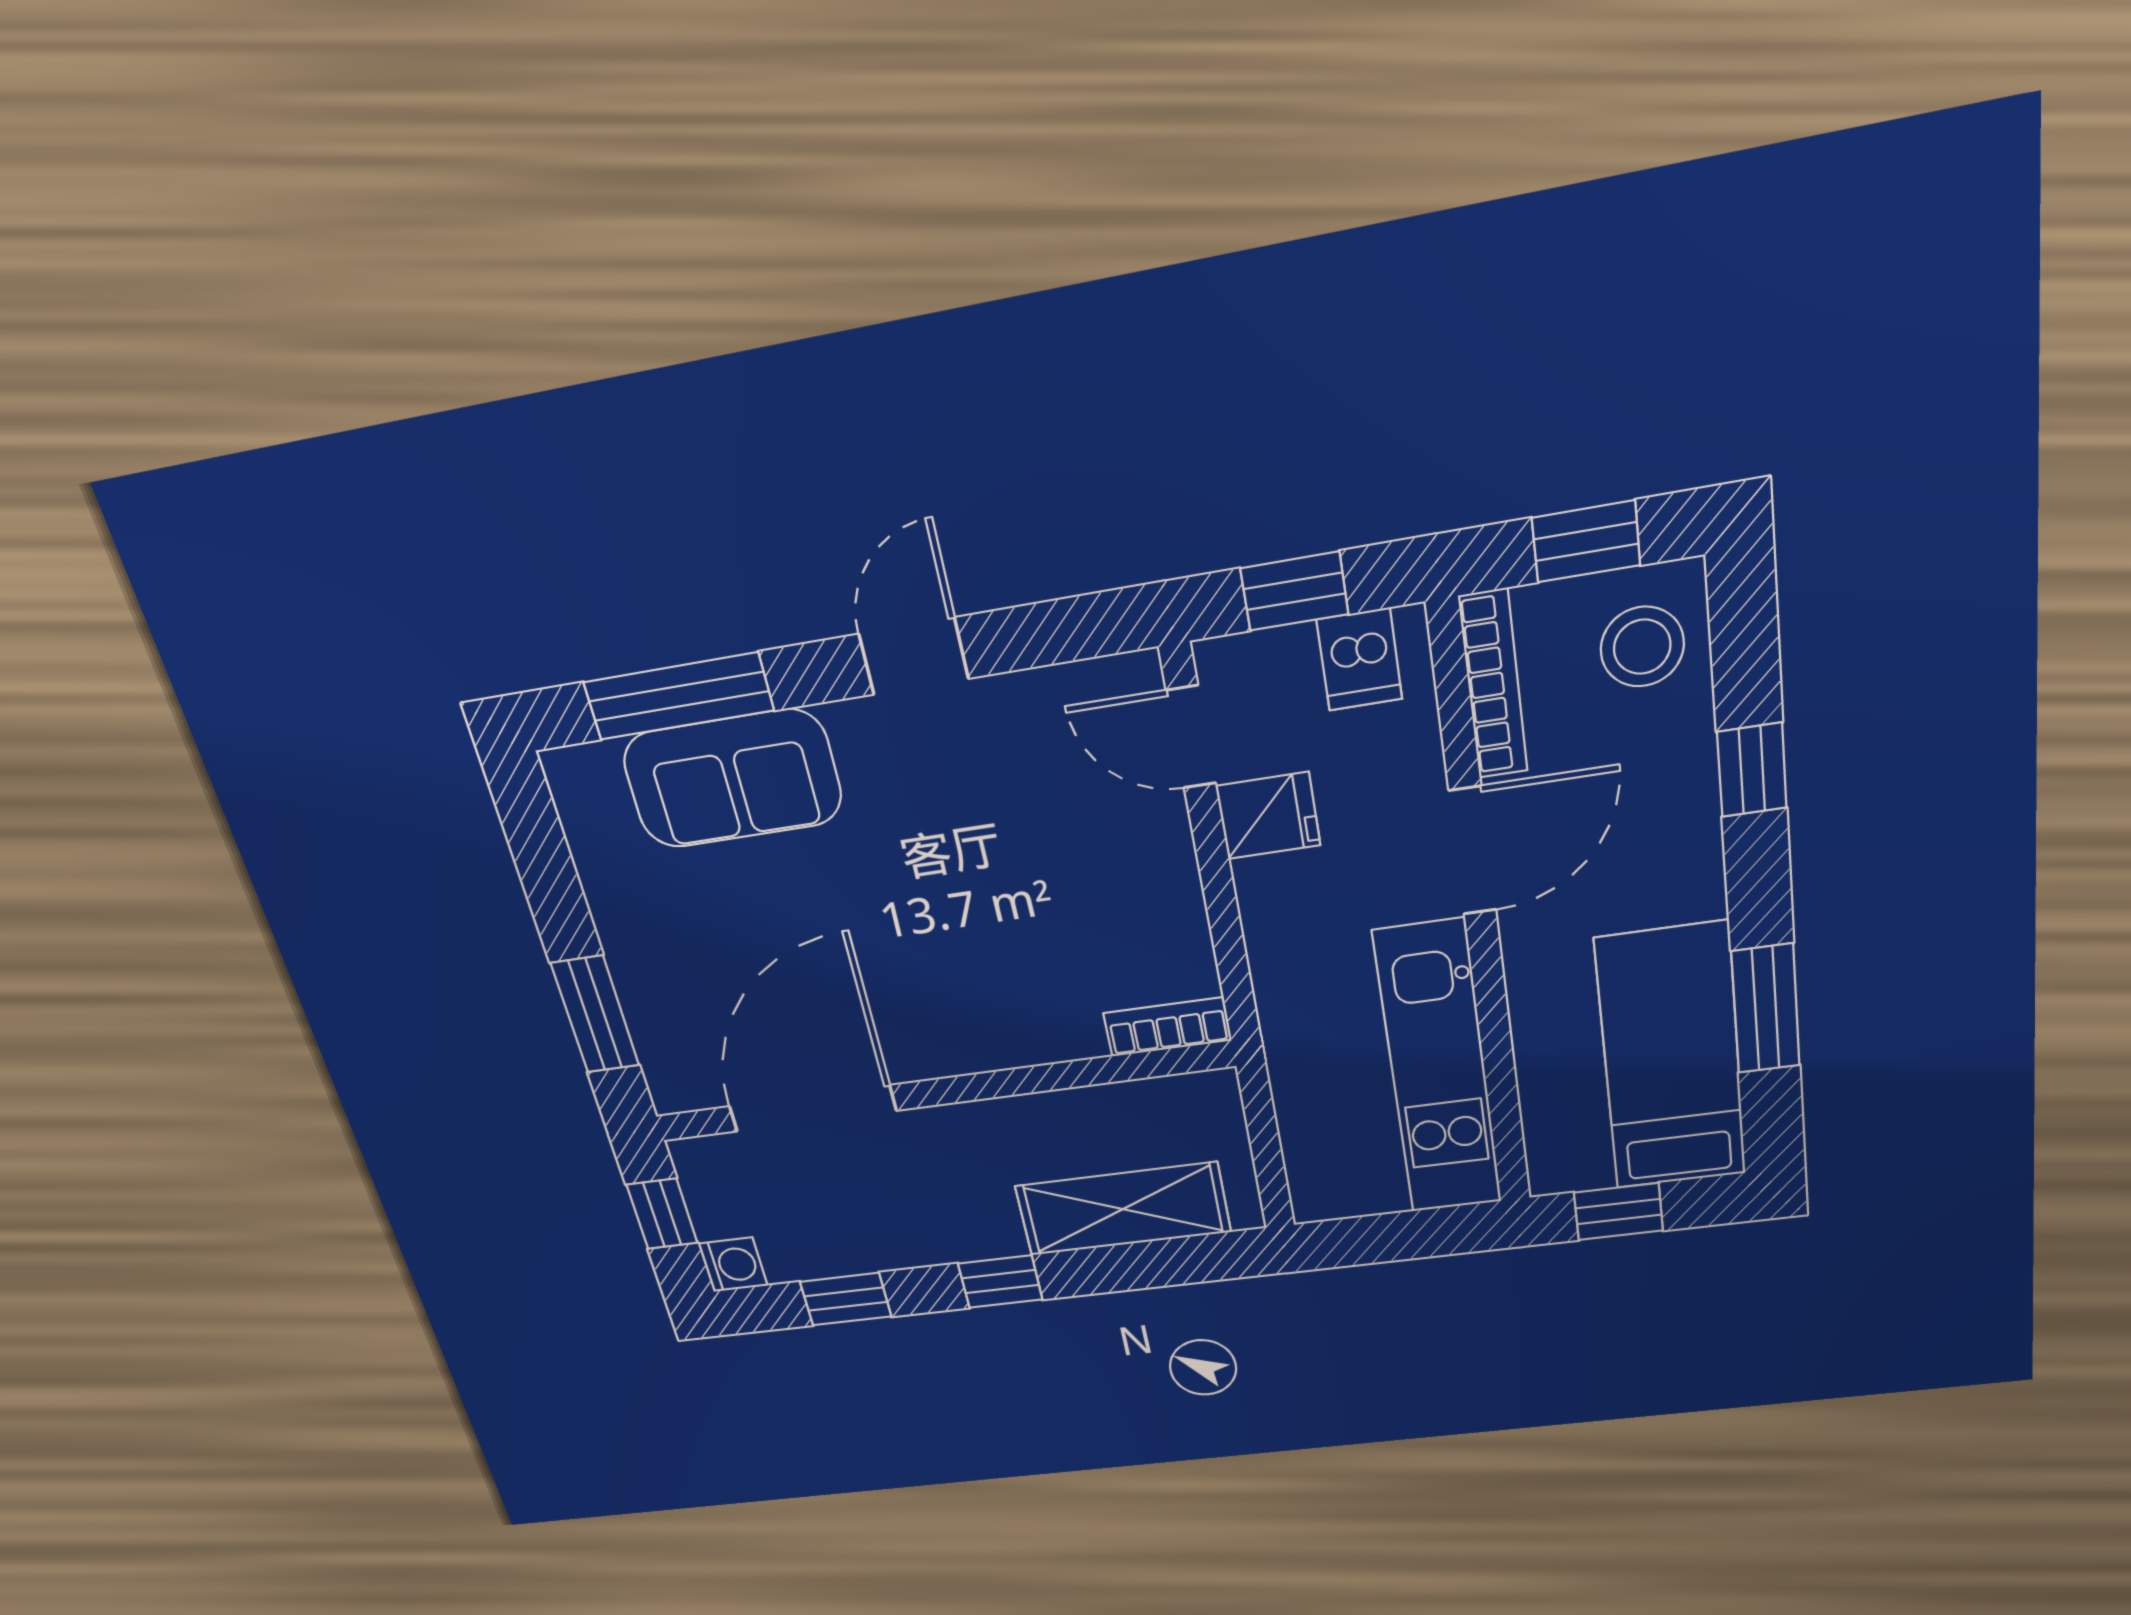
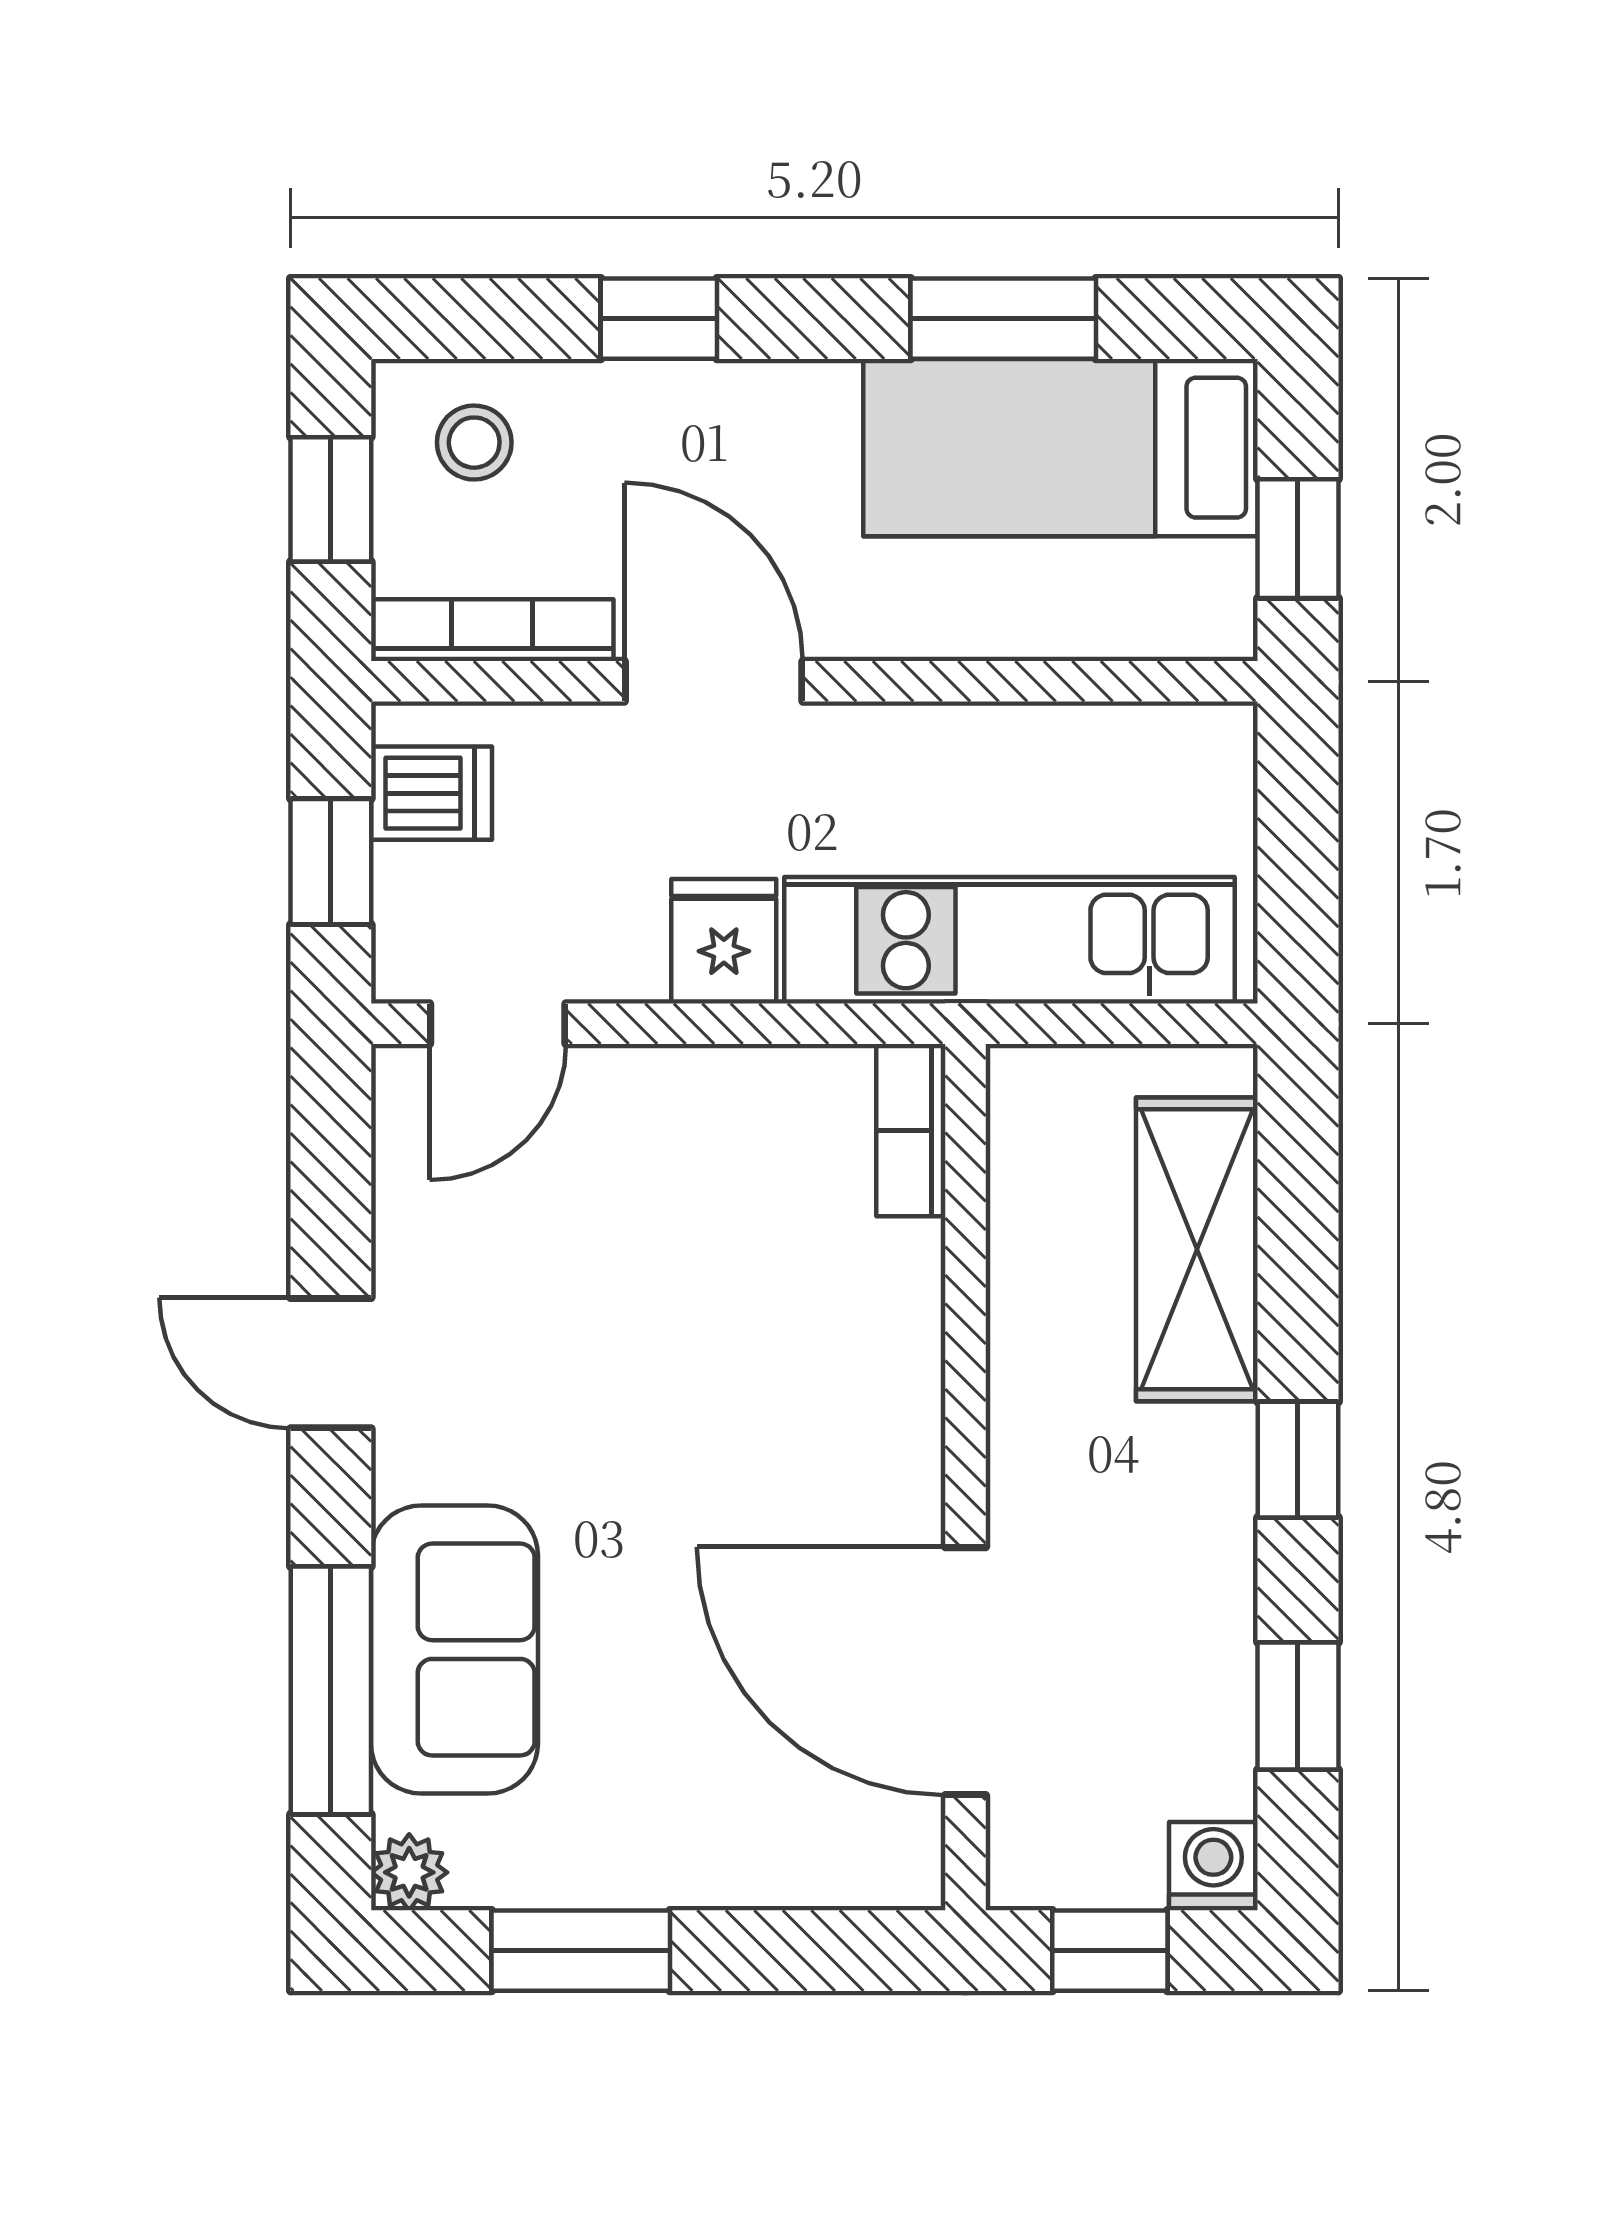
stool: (1642, 647) -> (474, 443), width x0.73, depth x0.73
plant: (570, 773) -> (409, 1872), added
fridge: (1268, 816) -> (724, 941), moved
window: (595, 1014) -> (581, 1951), moved
kitchen unit: (1438, 1069) -> (1009, 940), moved, turned 180

